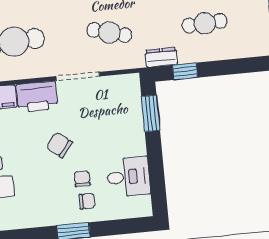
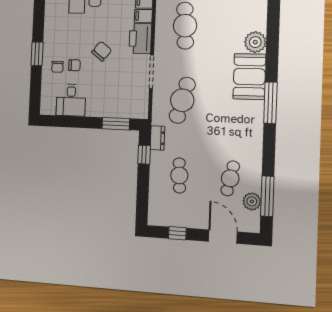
cafe table: (109, 32) -> (182, 100), width x1.37, depth x1.35

